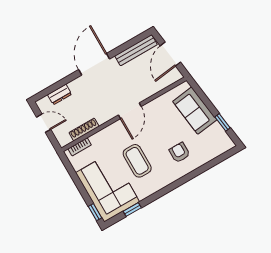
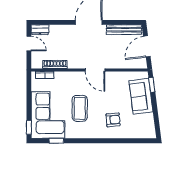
dresser: (60, 94) -> (40, 30), moved
door: (130, 111) -> (95, 70), hinge flipped
window: (223, 122) -> (152, 85), moved
armchair: (179, 153) -> (113, 120), turned 85

